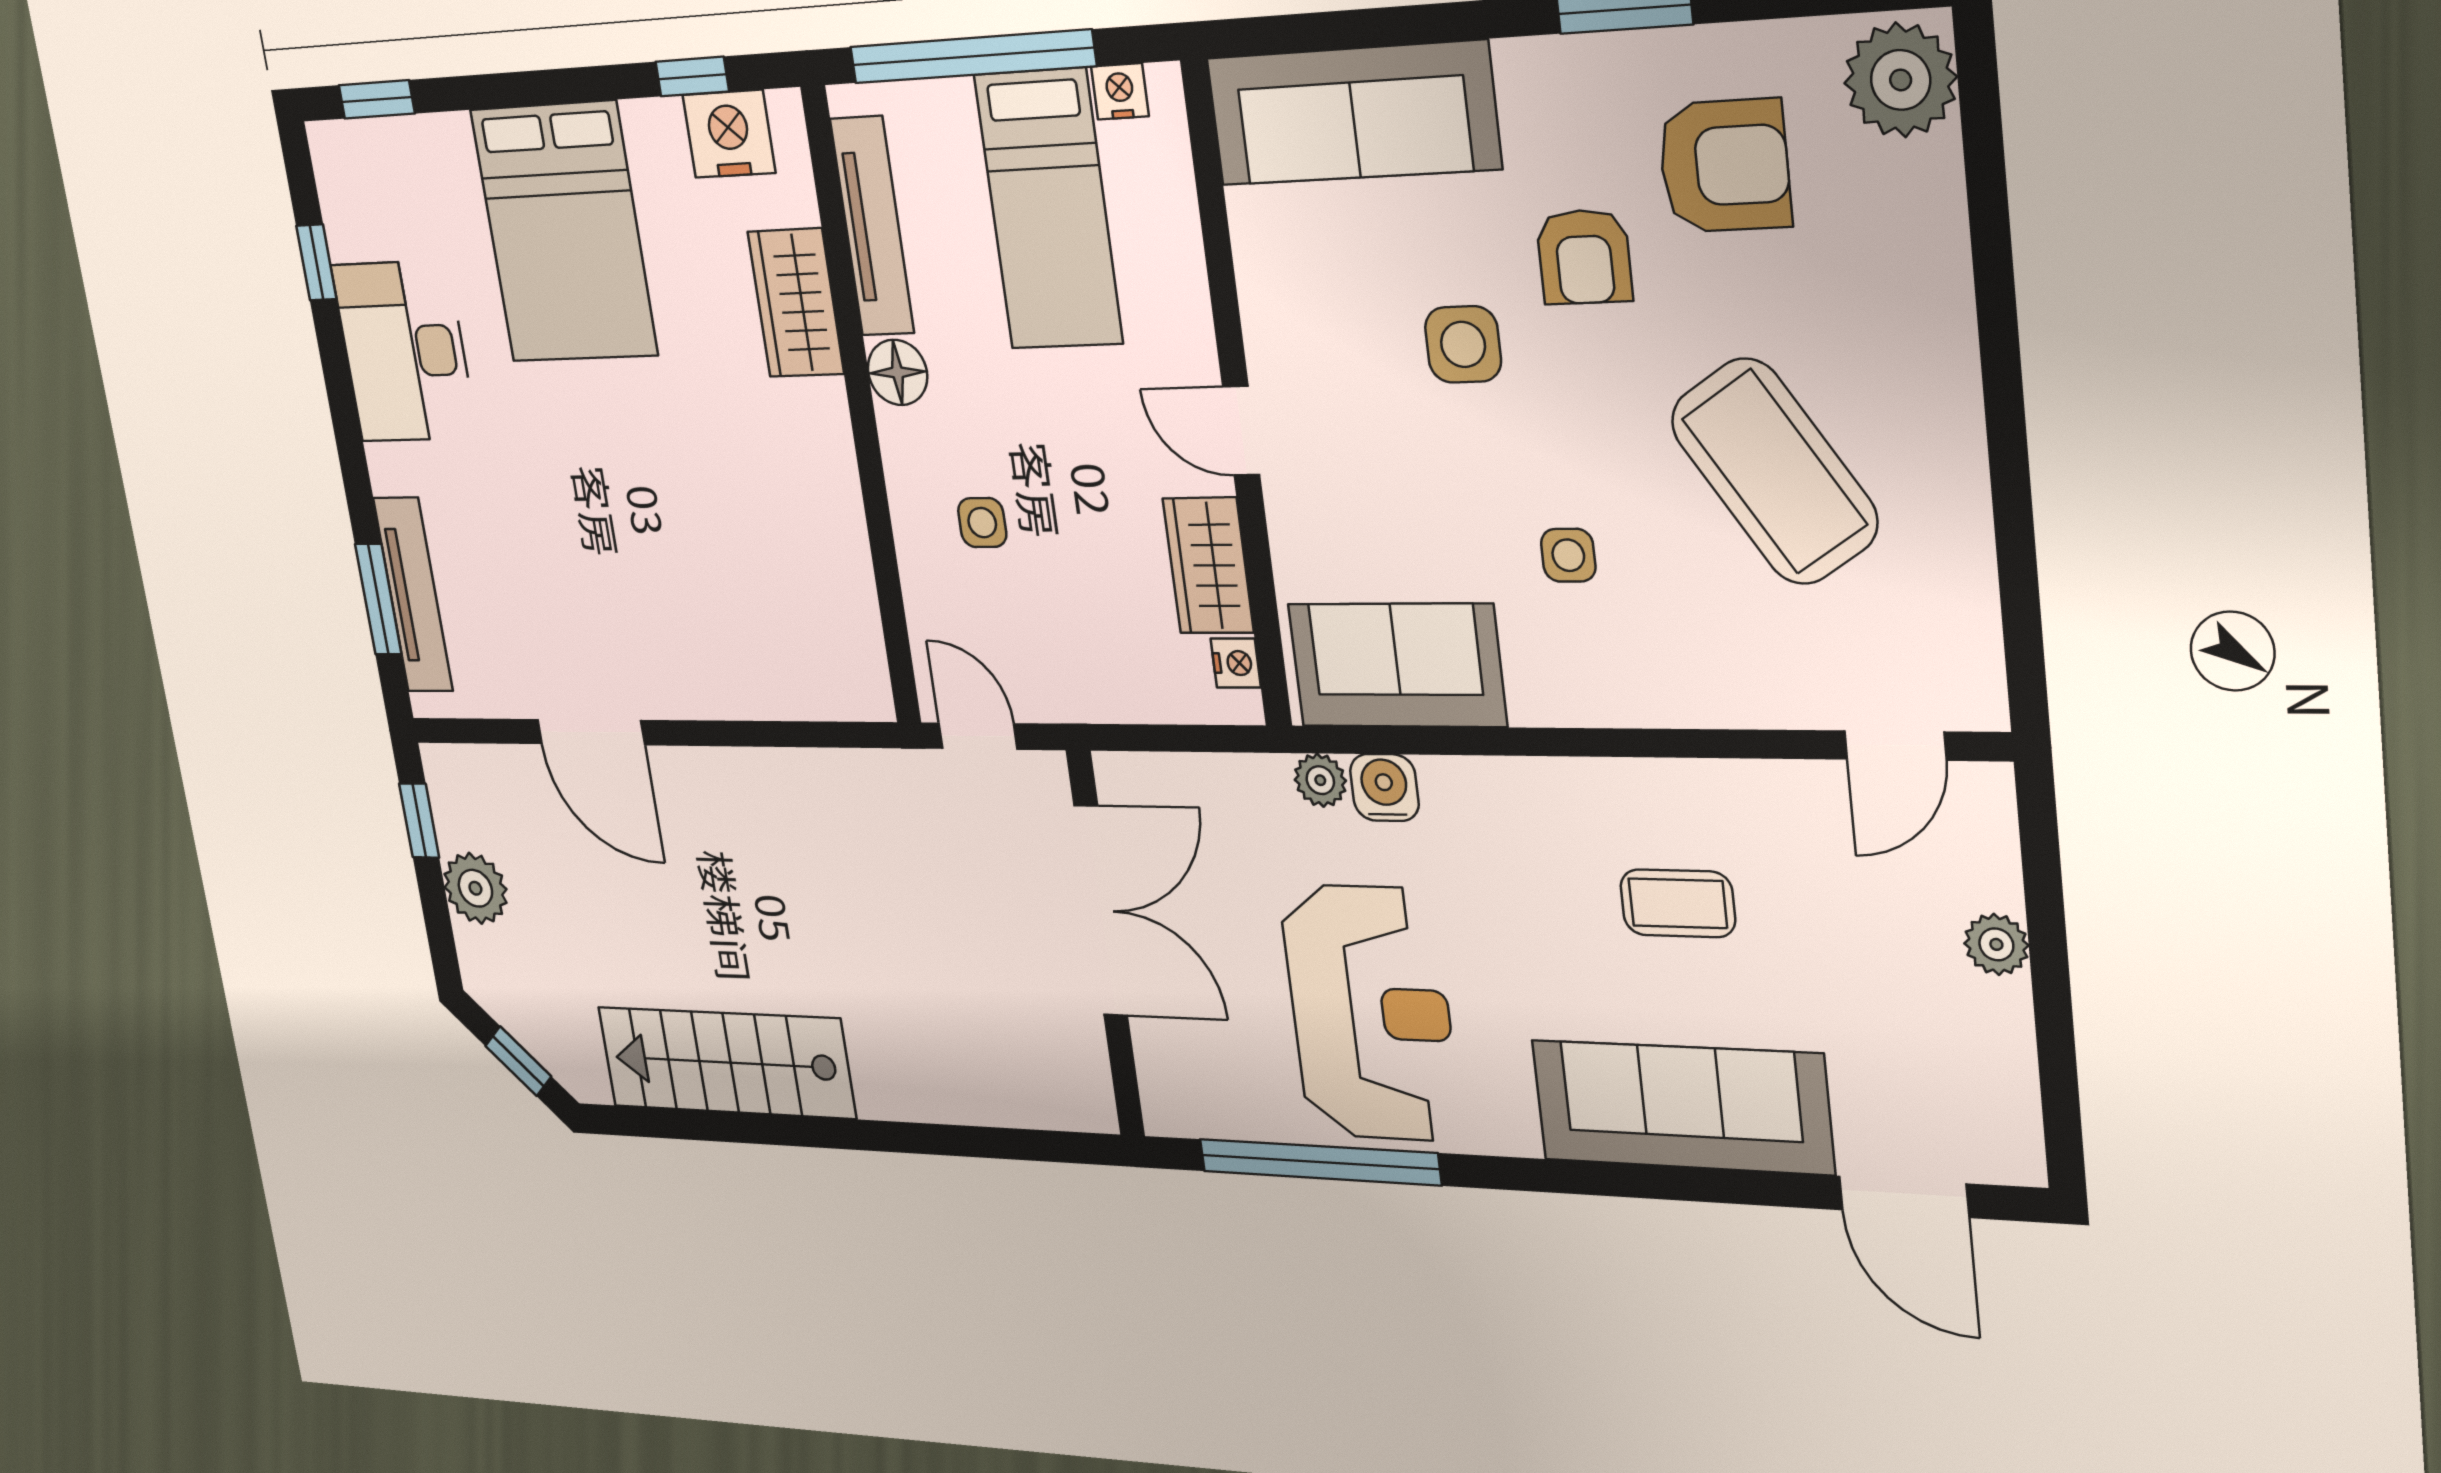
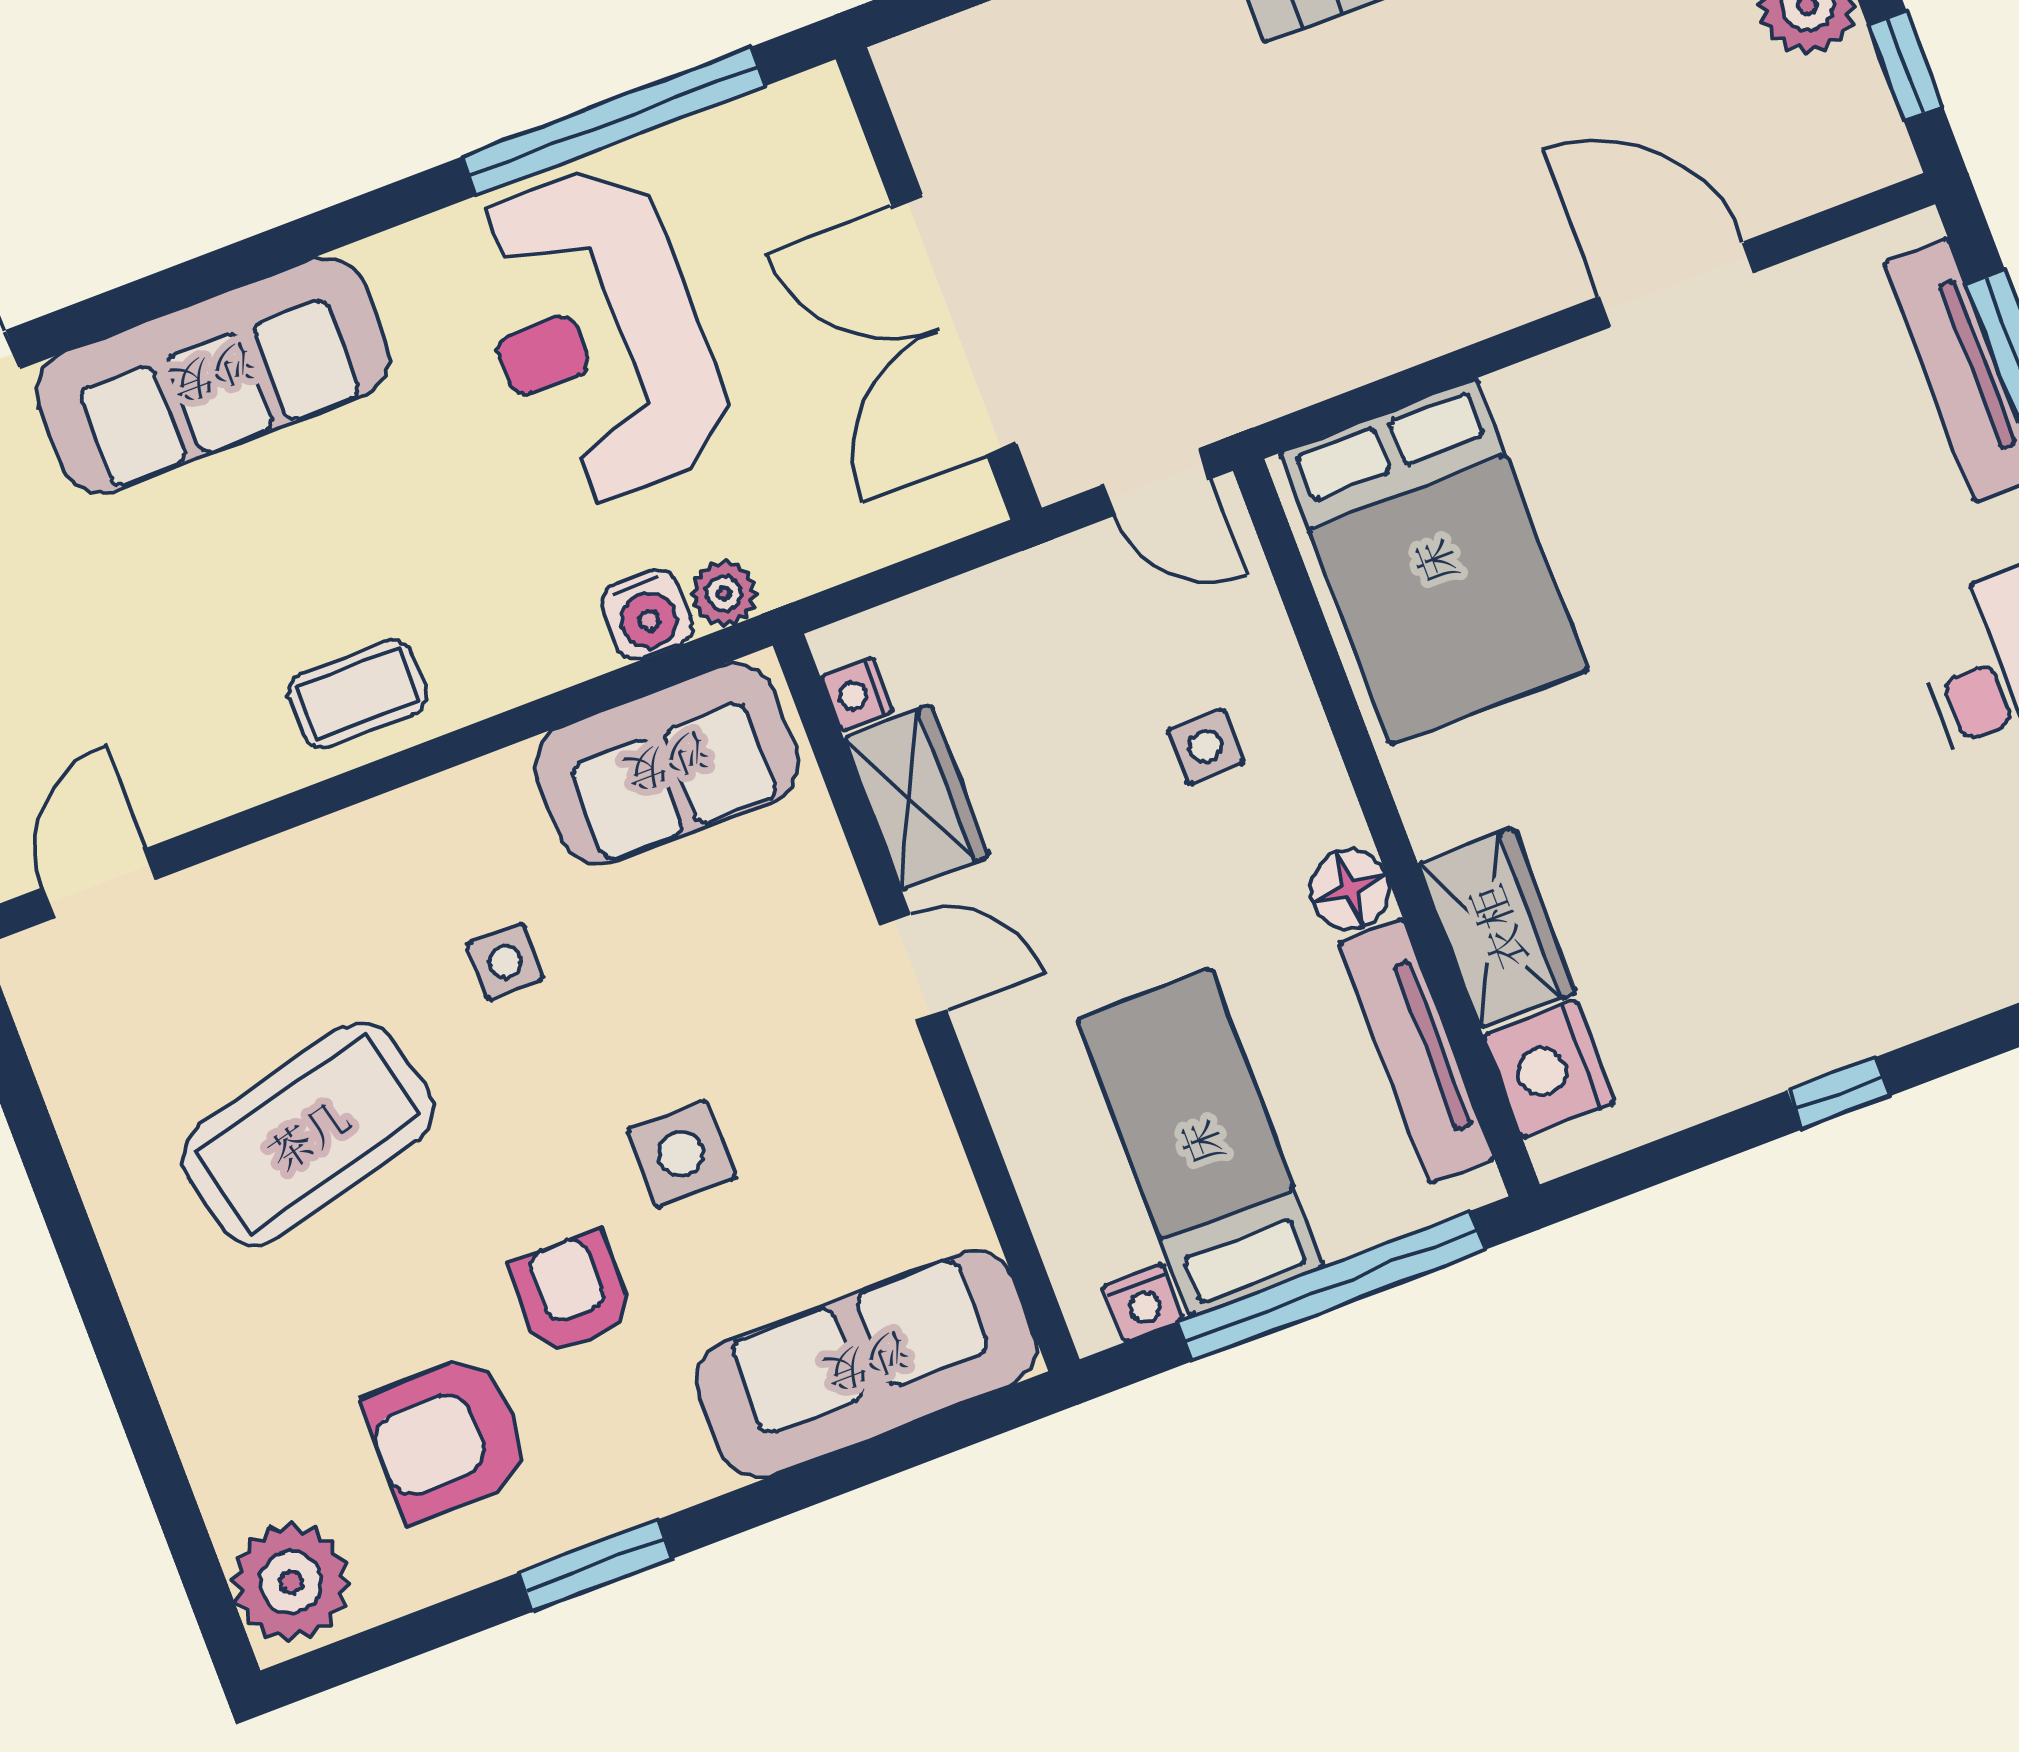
window: (692, 77) -> (1839, 1093), moved
nightstand: (729, 134) -> (1549, 1069), moved, turned 90
bed: (564, 233) -> (1434, 562), moved, turned 180
coffee table: (1774, 472) -> (308, 1134), turned -71
coffee table: (1678, 903) -> (357, 694), moved

